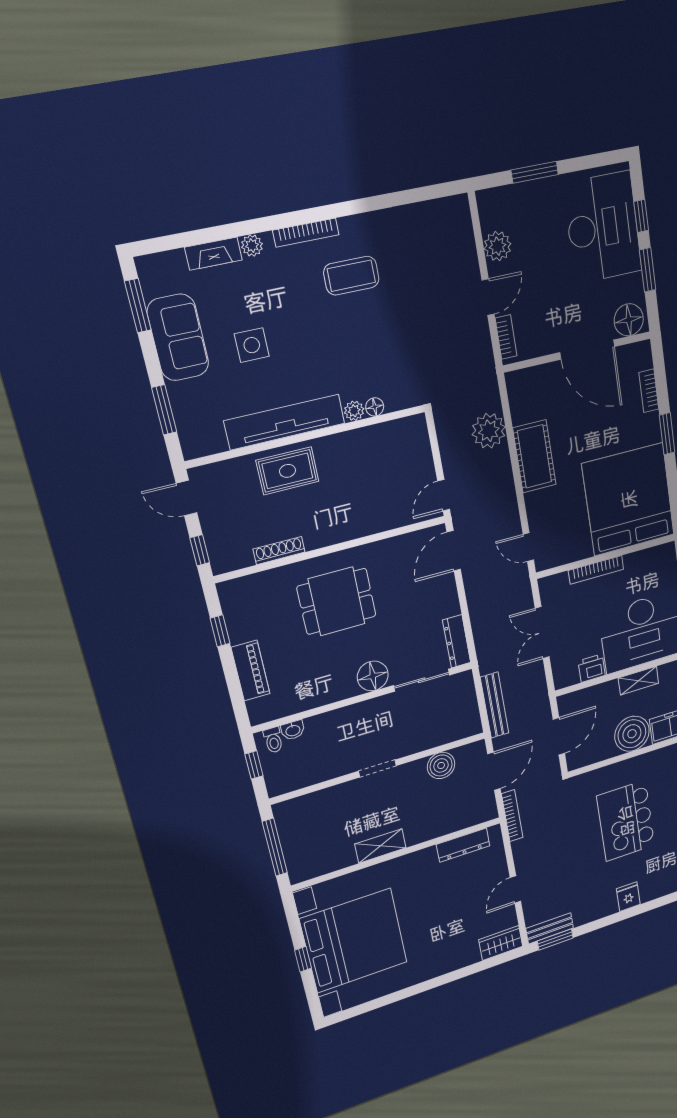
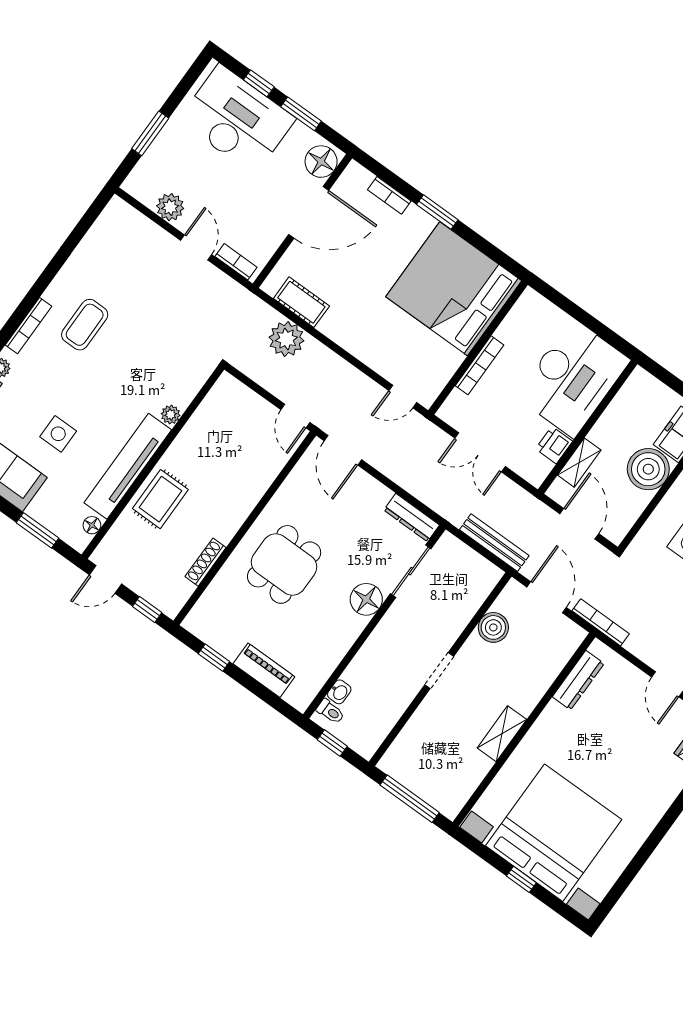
floor lamp: (375, 407) -> (92, 525), moved
cot: (534, 456) -> (301, 302), moved, width x0.73, depth x0.75
shelving: (638, 681) -> (579, 463), moved

